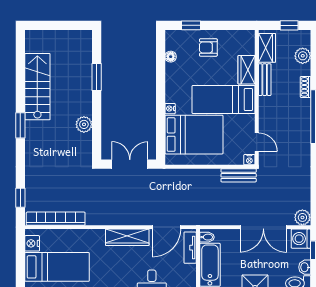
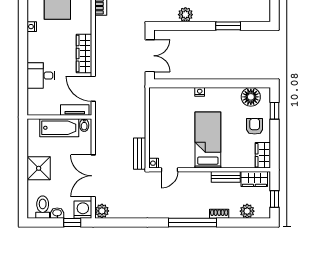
floor lamp: (171, 57) -> (251, 97), width x1.89, depth x1.89
wardrobe: (247, 70) -> (263, 155), moved, turned -90
bed: (194, 135) -> (176, 113), removed

